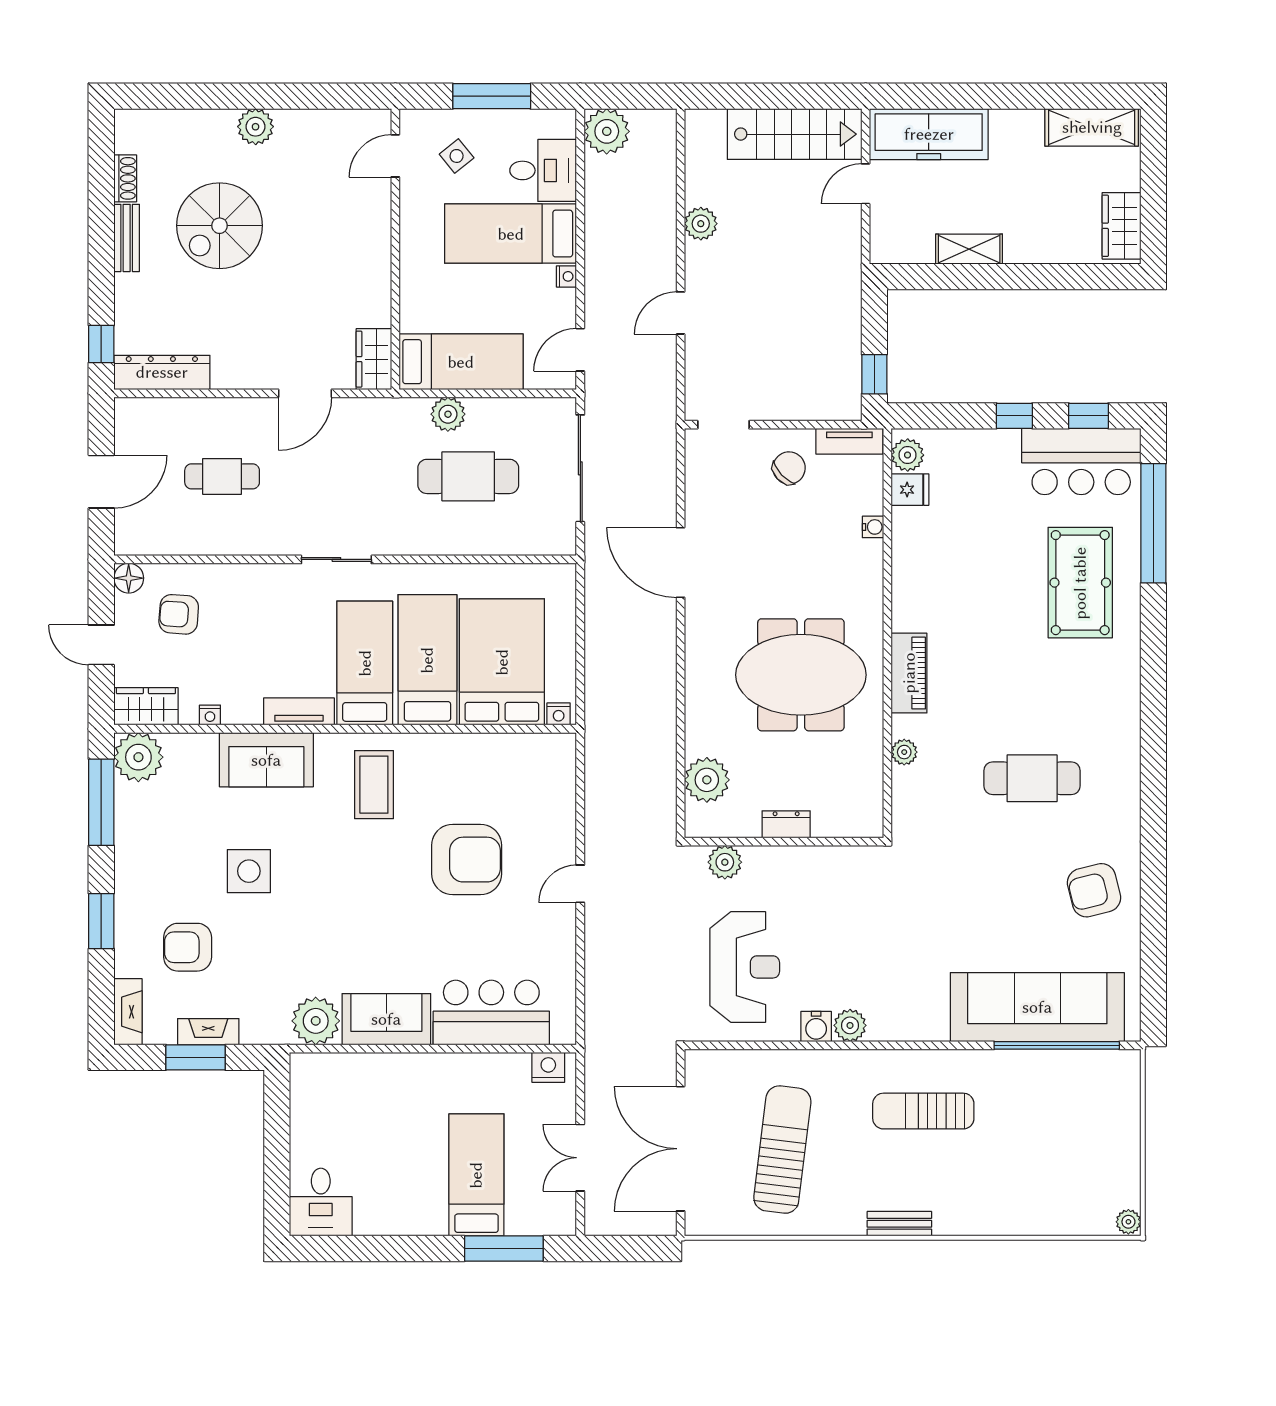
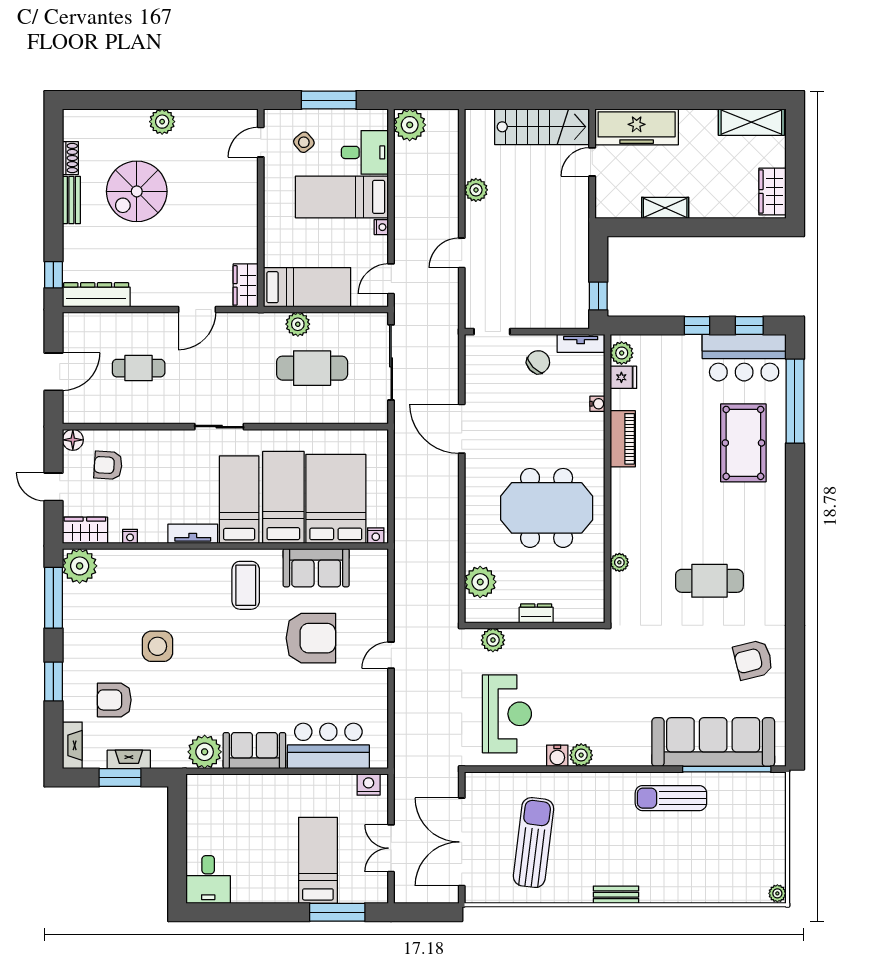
piano: (909, 673) -> (623, 439), moved
sofa: (266, 760) -> (316, 568), moved
sun lounger: (923, 1111) -> (671, 798), moved

